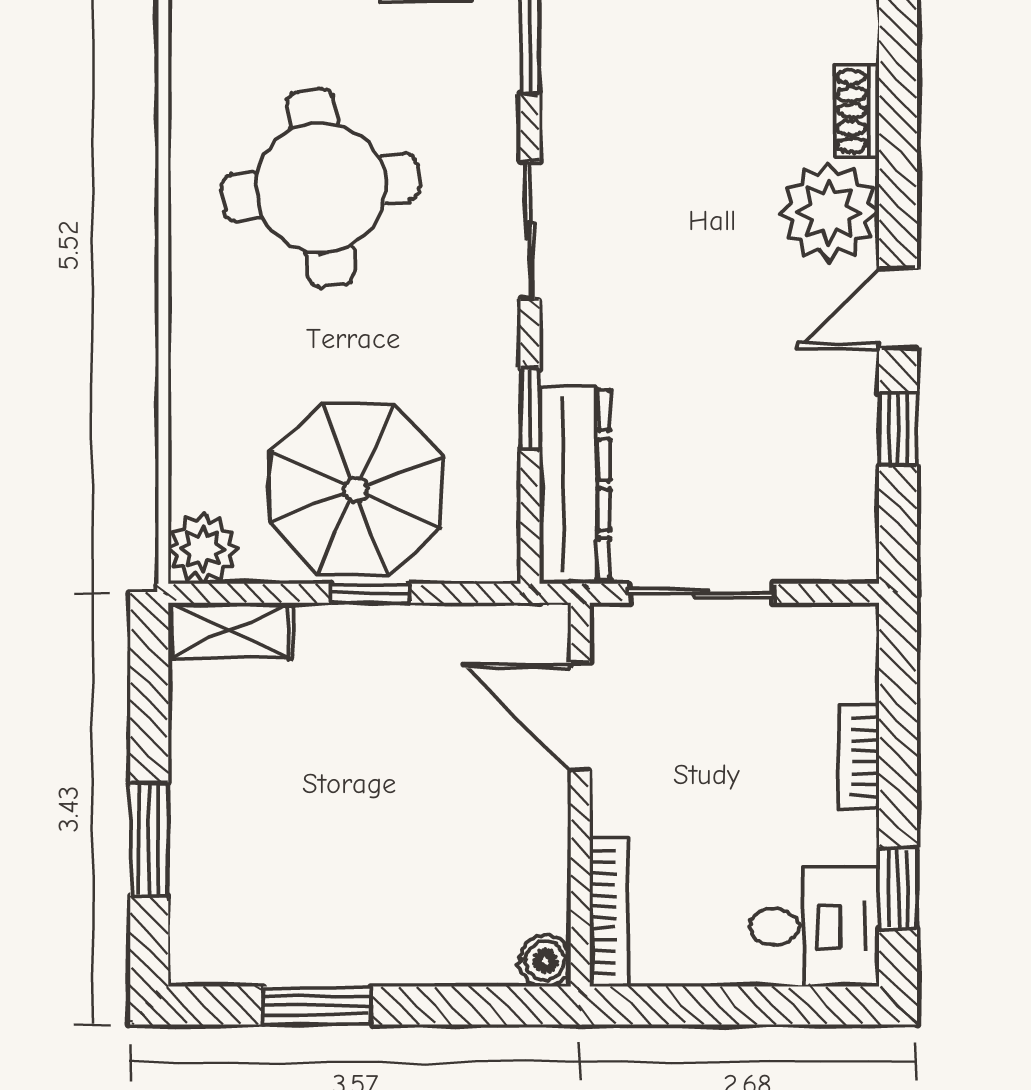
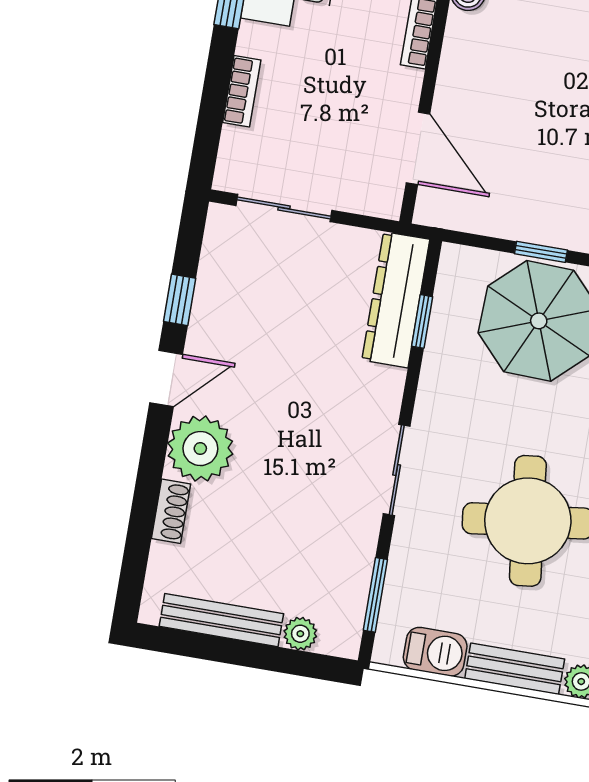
window: (530, 408) -> (422, 321), moved
sliding door: (701, 593) -> (284, 208), moved

